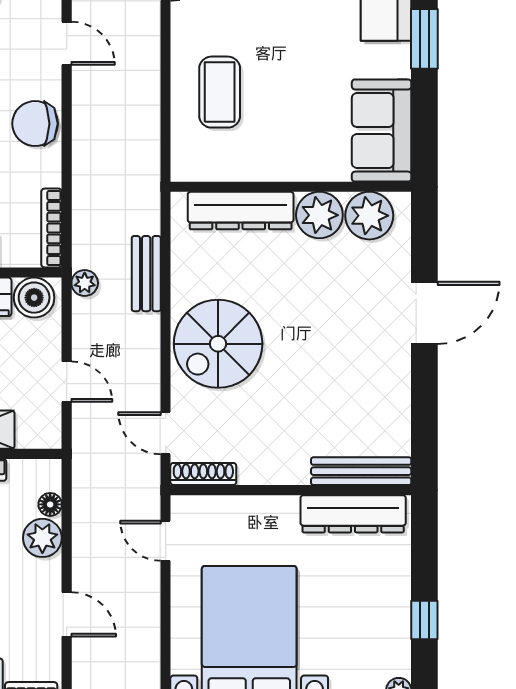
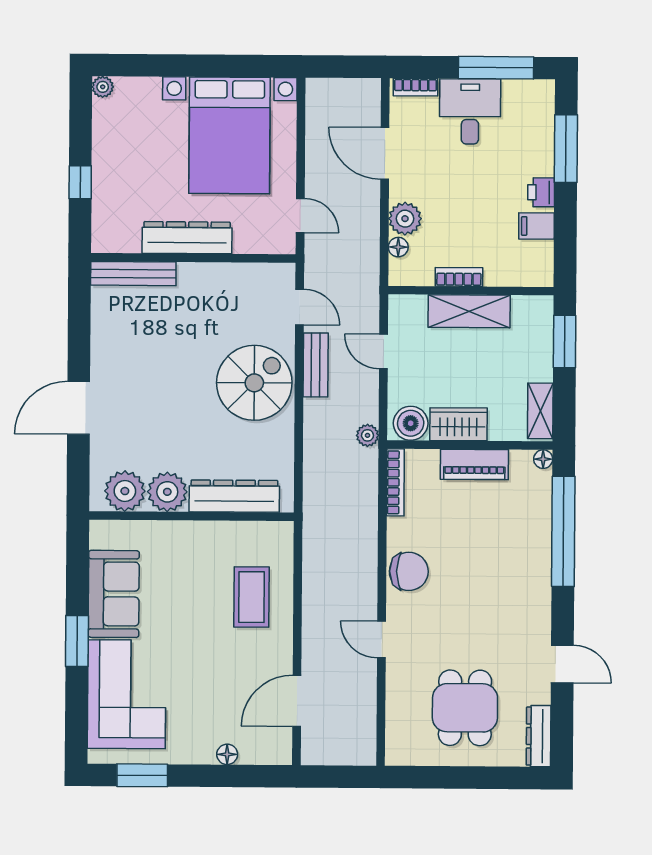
sofa: (382, 131) -> (114, 594), moved
bench: (146, 274) -> (316, 365), moved
shoe rack: (203, 474) -> (268, 272), removed
dresser: (353, 514) -> (187, 238), moved
door: (67, 614) -> (385, 153), width x1.38
window: (424, 620) -> (80, 182), moved

